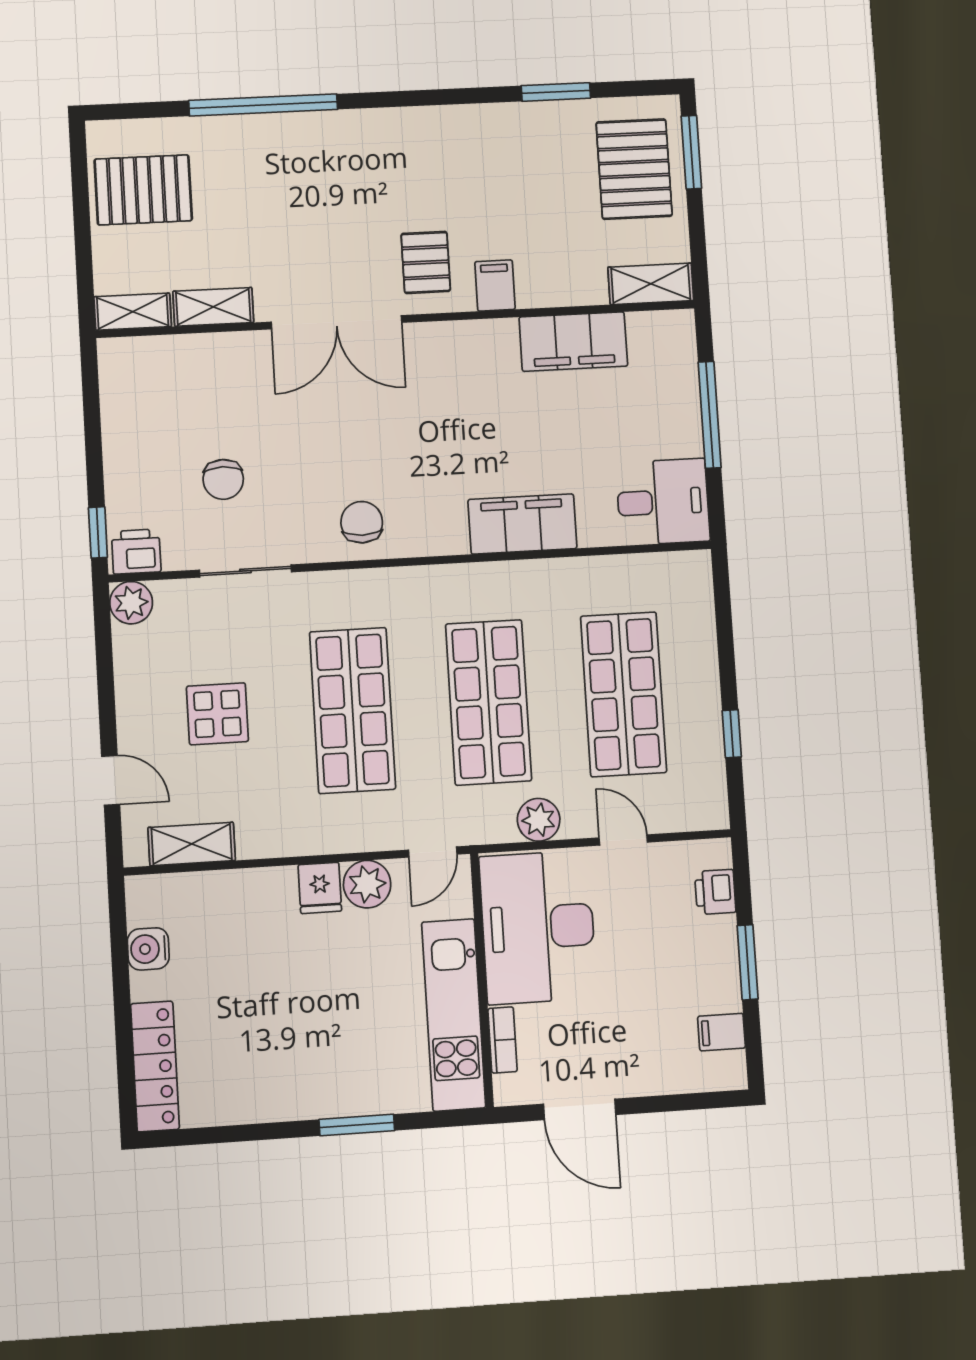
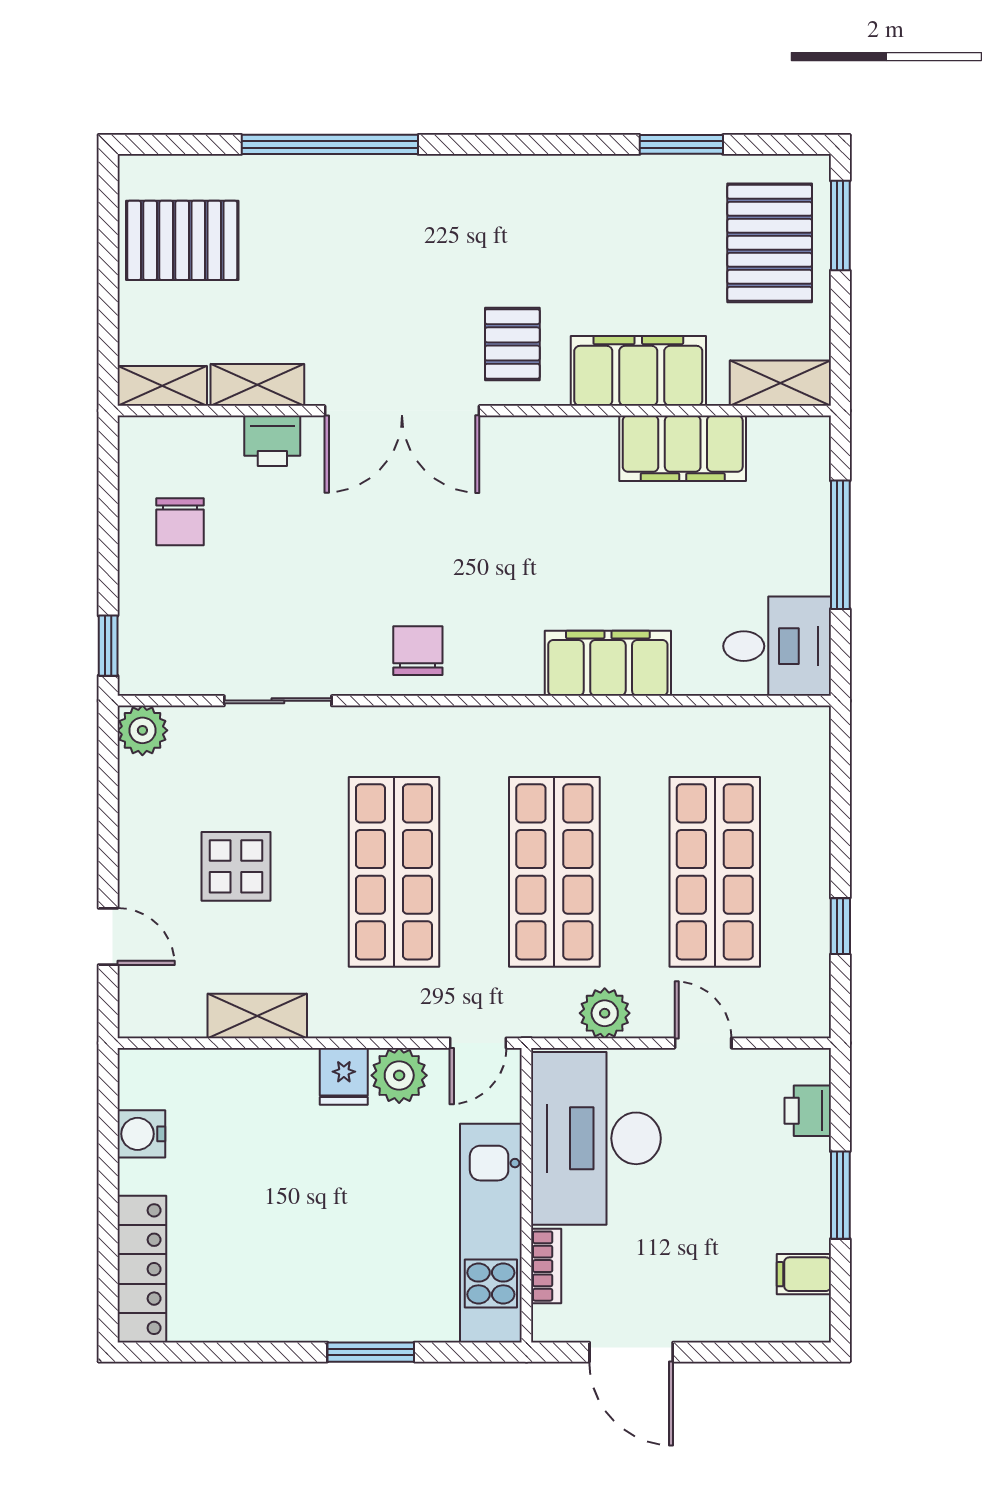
filing cabinet: (495, 285) -> (638, 371), width x3.00, depth x1.17
chair: (223, 479) -> (180, 522), moved
printer: (136, 552) -> (272, 441), moved, turned 180
shelving: (192, 844) -> (257, 1016), moved

